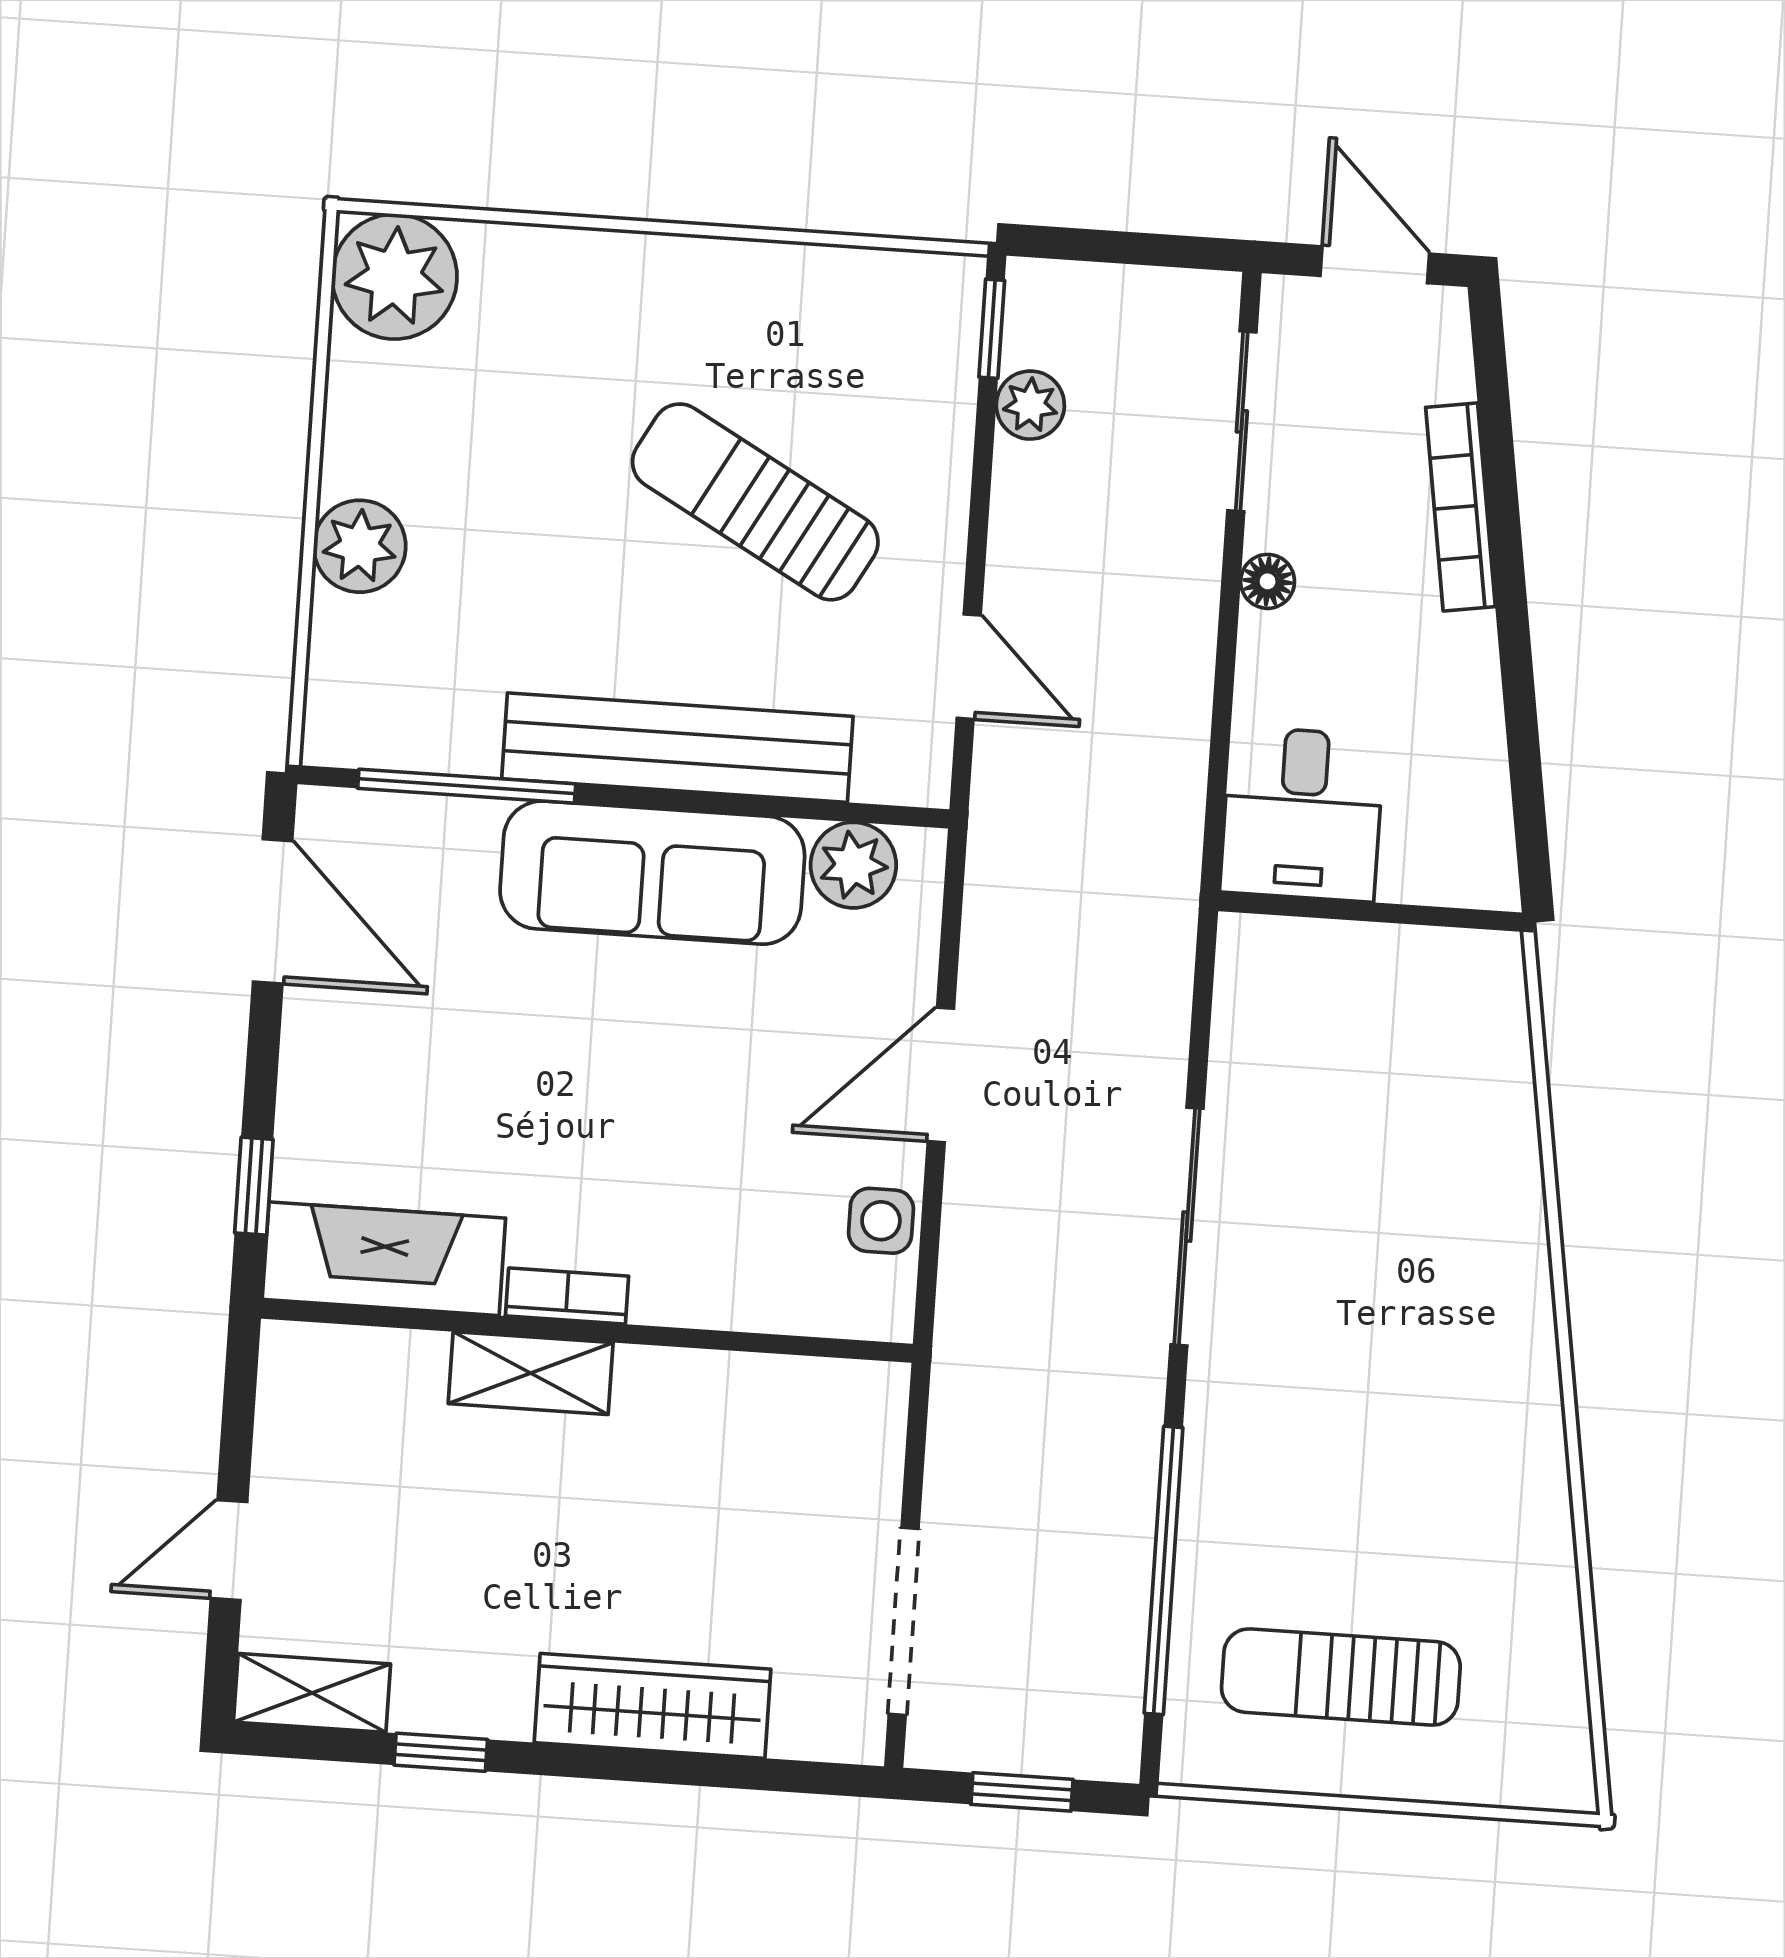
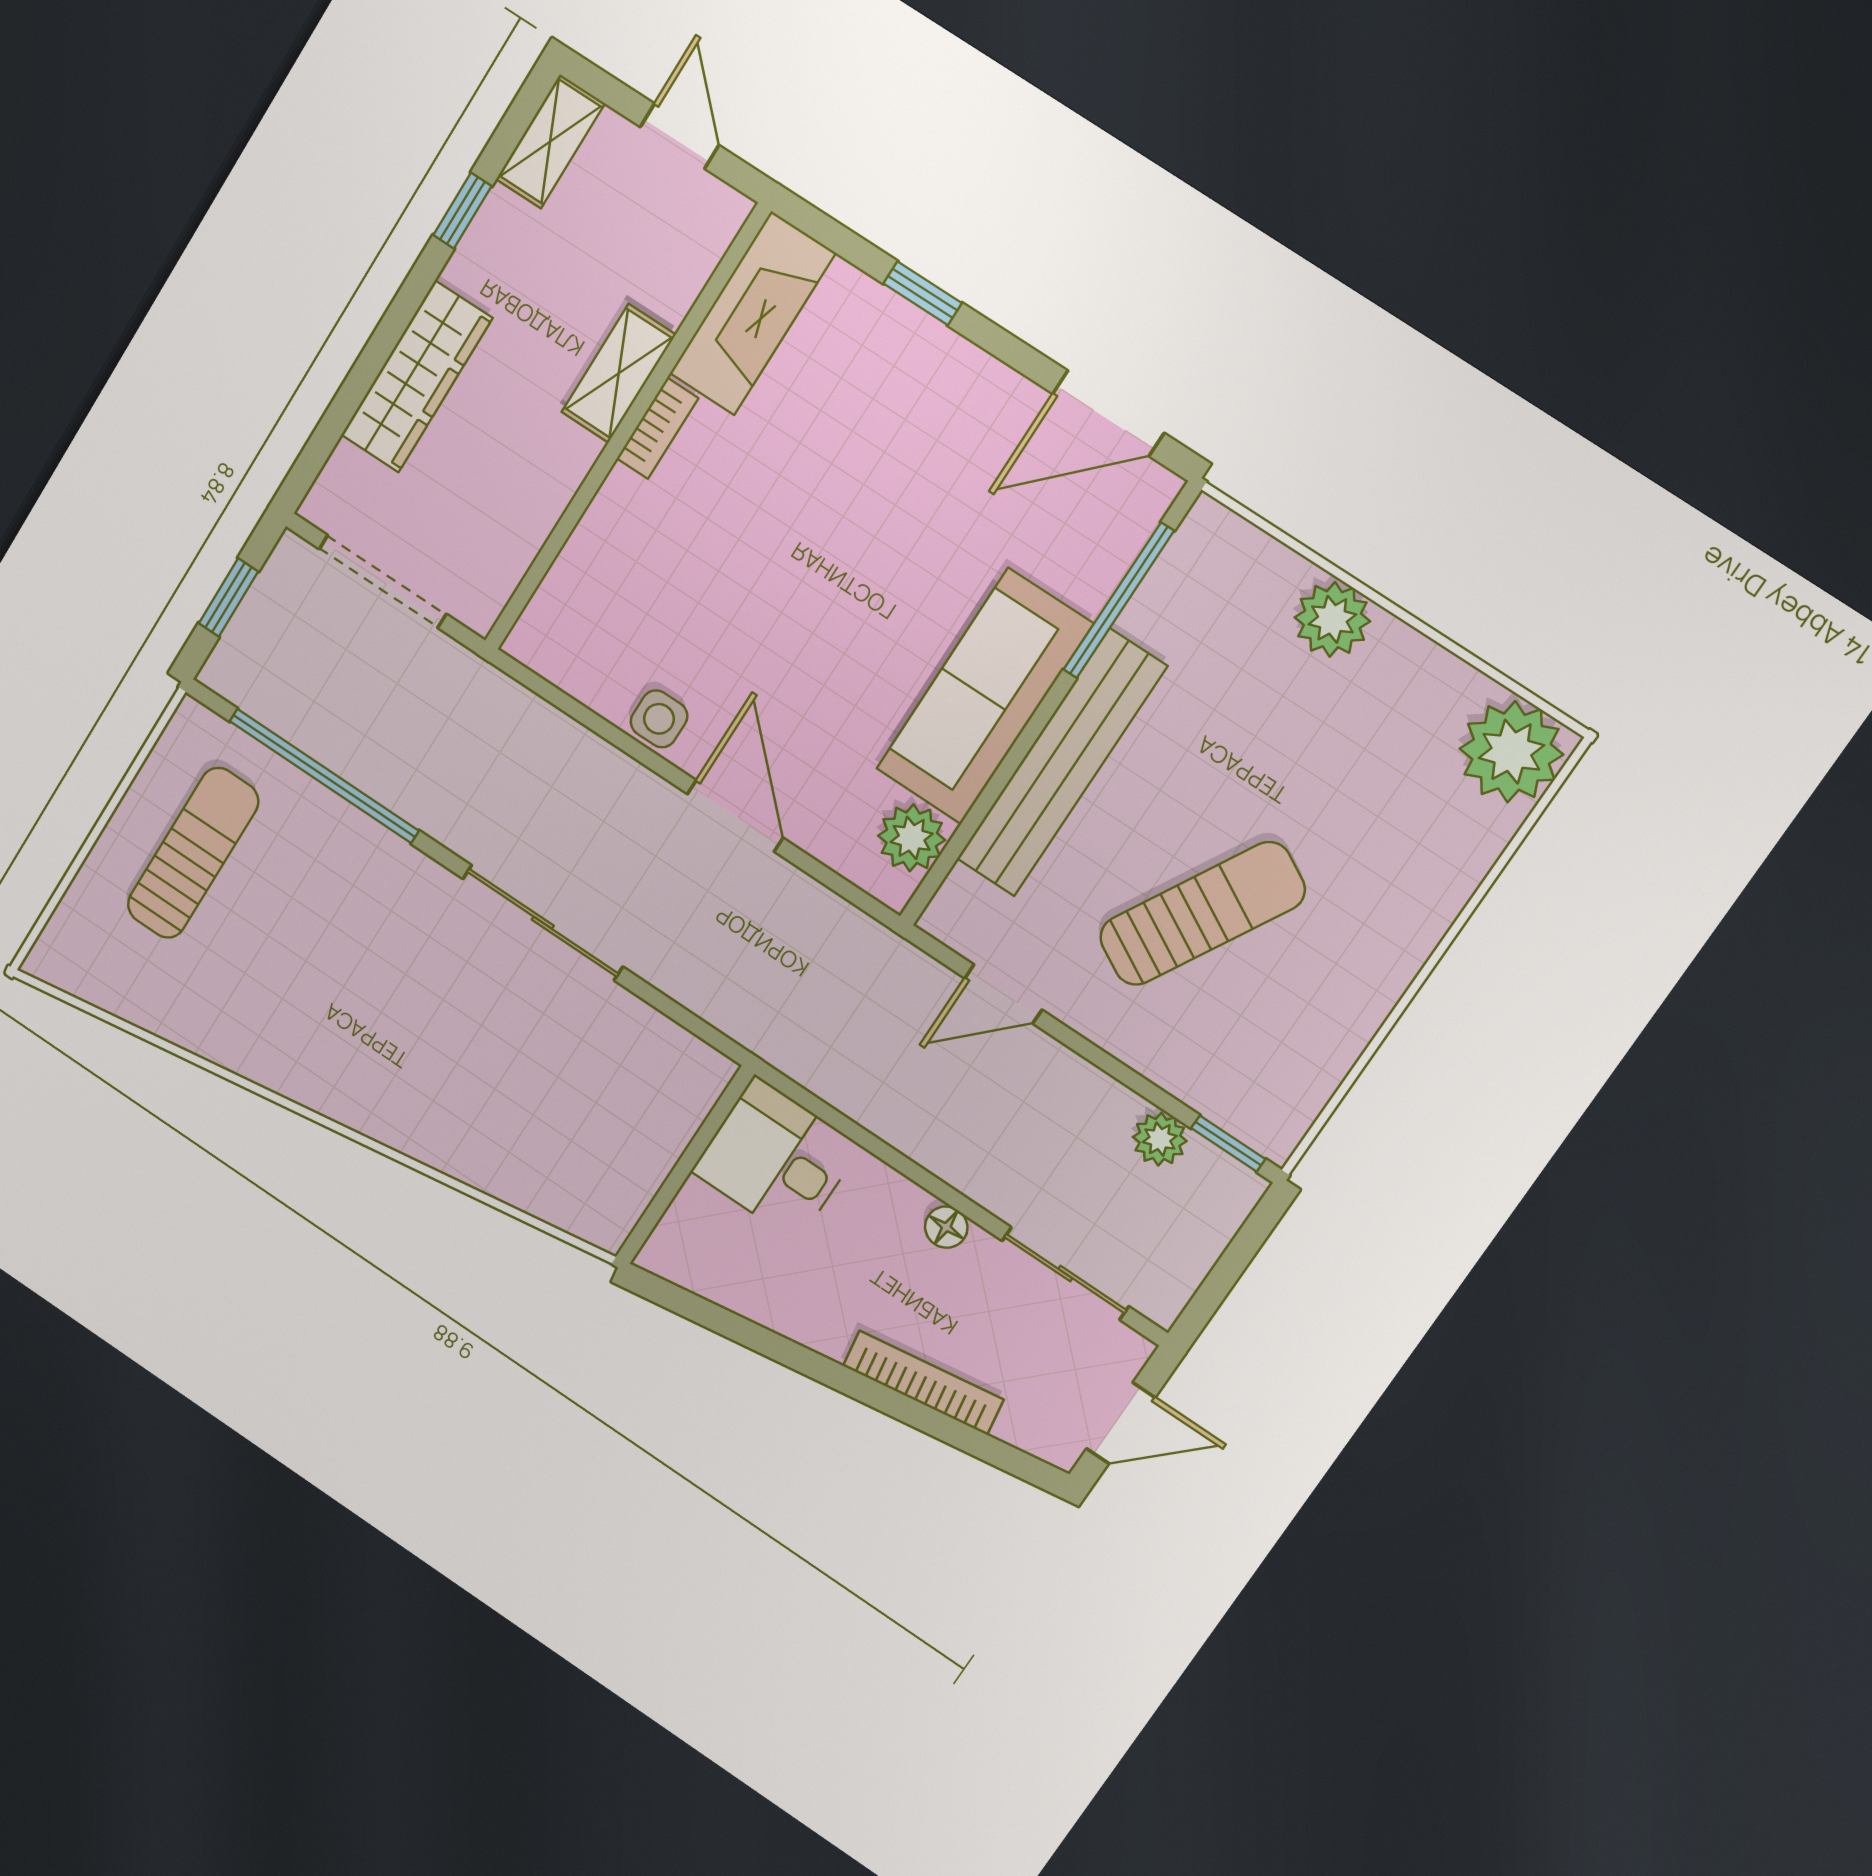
fireplace: (384, 1259) -> (753, 313), moved
bookcase: (567, 1296) -> (658, 428), moved
wall: (587, 1331) -> (626, 429), moved
shelving: (531, 1373) -> (619, 373), moved

